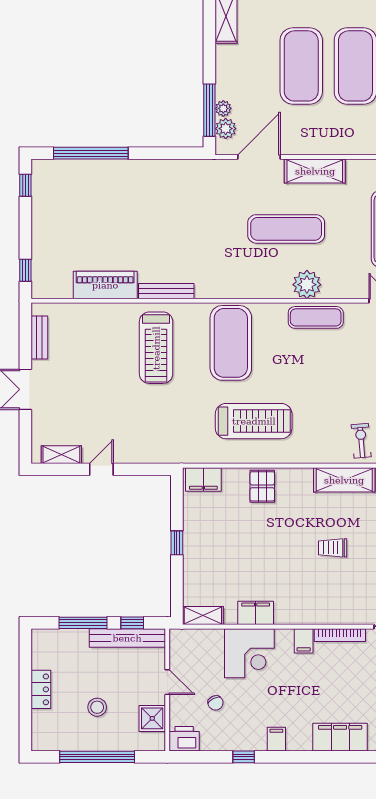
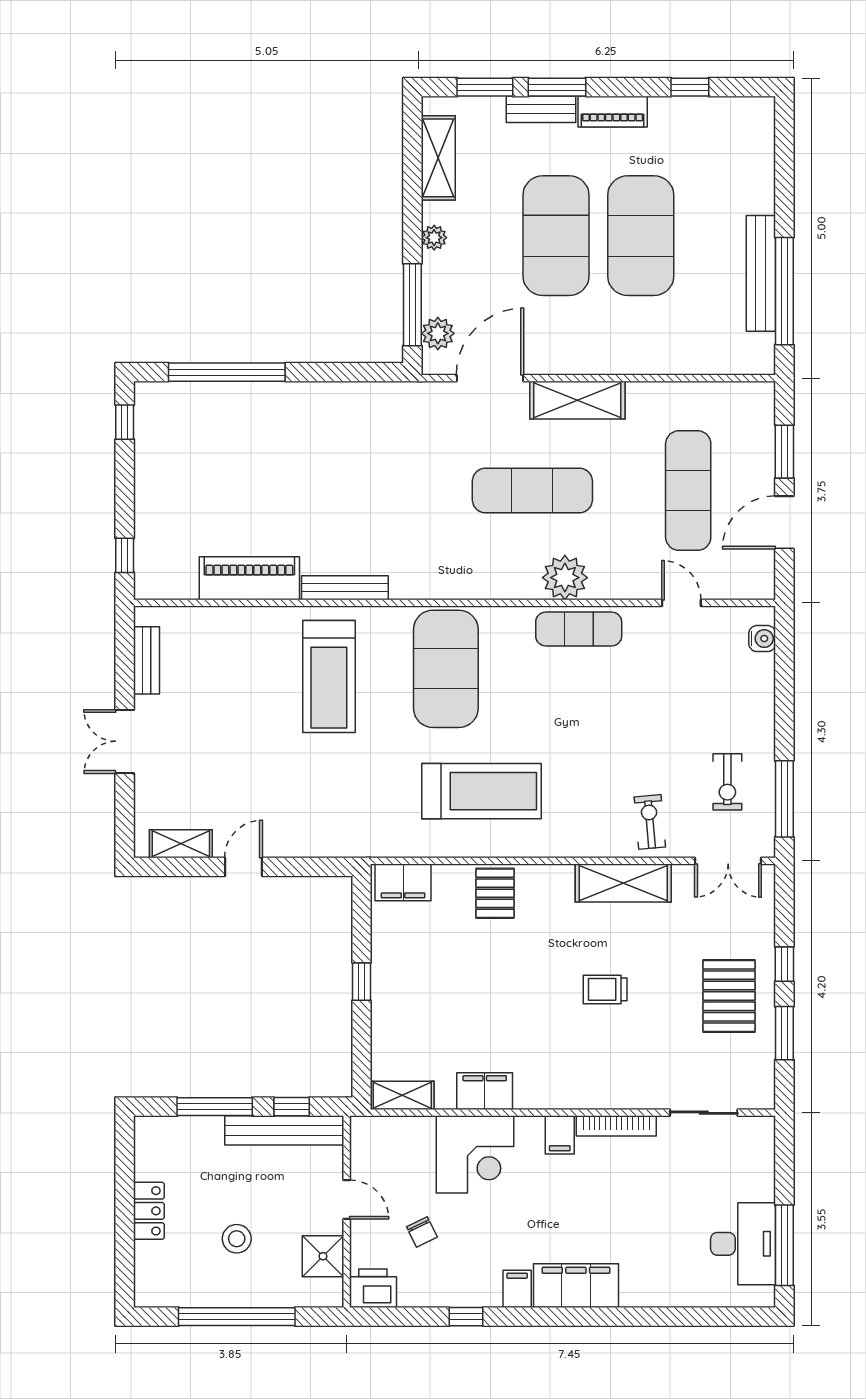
plant: (223, 108) -> (434, 238), moved
filing cabinet: (340, 737) -> (576, 1286), moved

